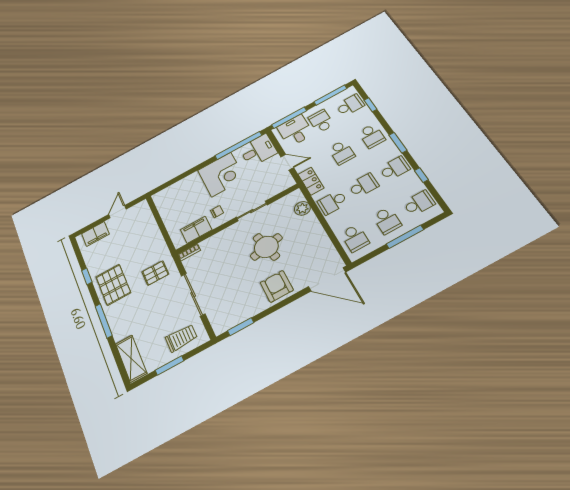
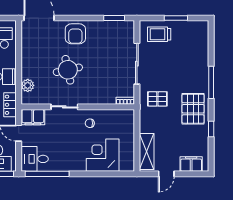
corner desk: (221, 174) -> (103, 155), moved
filing cabinet: (196, 230) -> (33, 117), moved
shelving: (131, 359) -> (147, 151), moved

